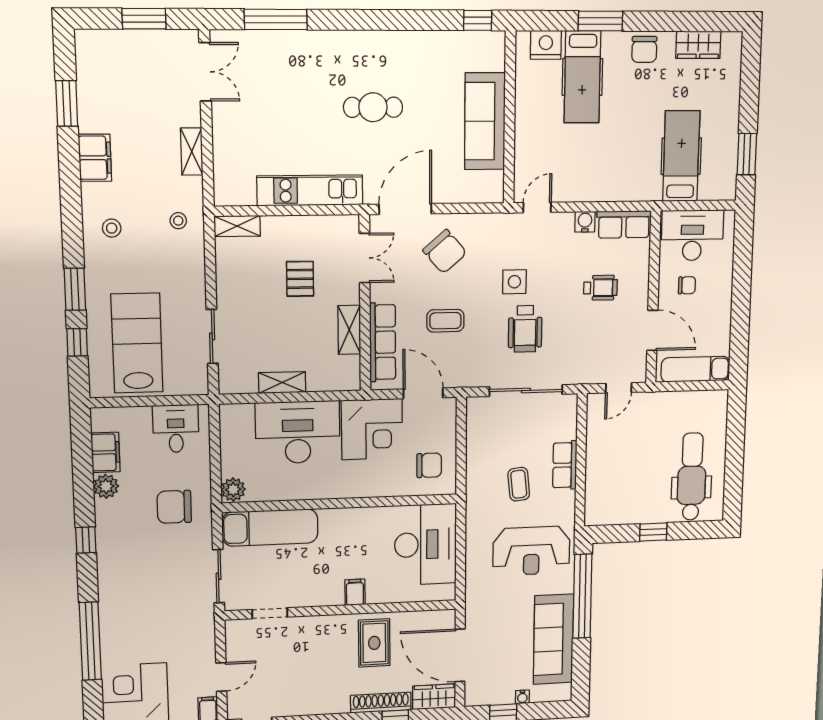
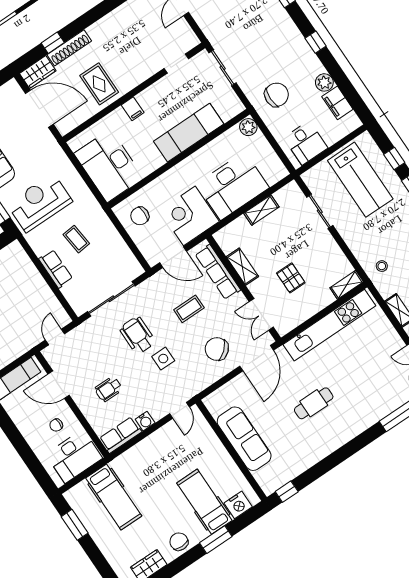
kitchen unit: (310, 190) -> (329, 325), width x1.36
exam couch: (270, 528) -> (189, 133), moved

